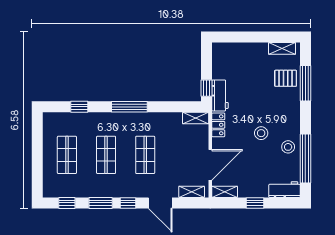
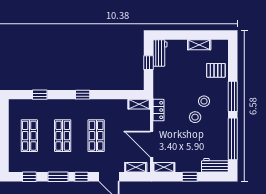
shelving: (282, 48) -> (199, 45), moved
window: (305, 83) -> (233, 96), moved
window: (207, 88) -> (148, 63), moved
workbench: (220, 95) -> (160, 53), moved
window: (129, 107) -> (83, 95), width x0.46
stool: (288, 147) -> (204, 101), moved
door: (210, 165) -> (152, 144), swing flipped

